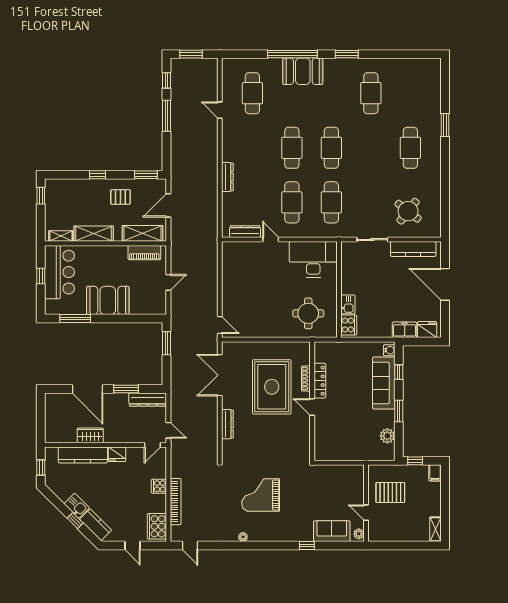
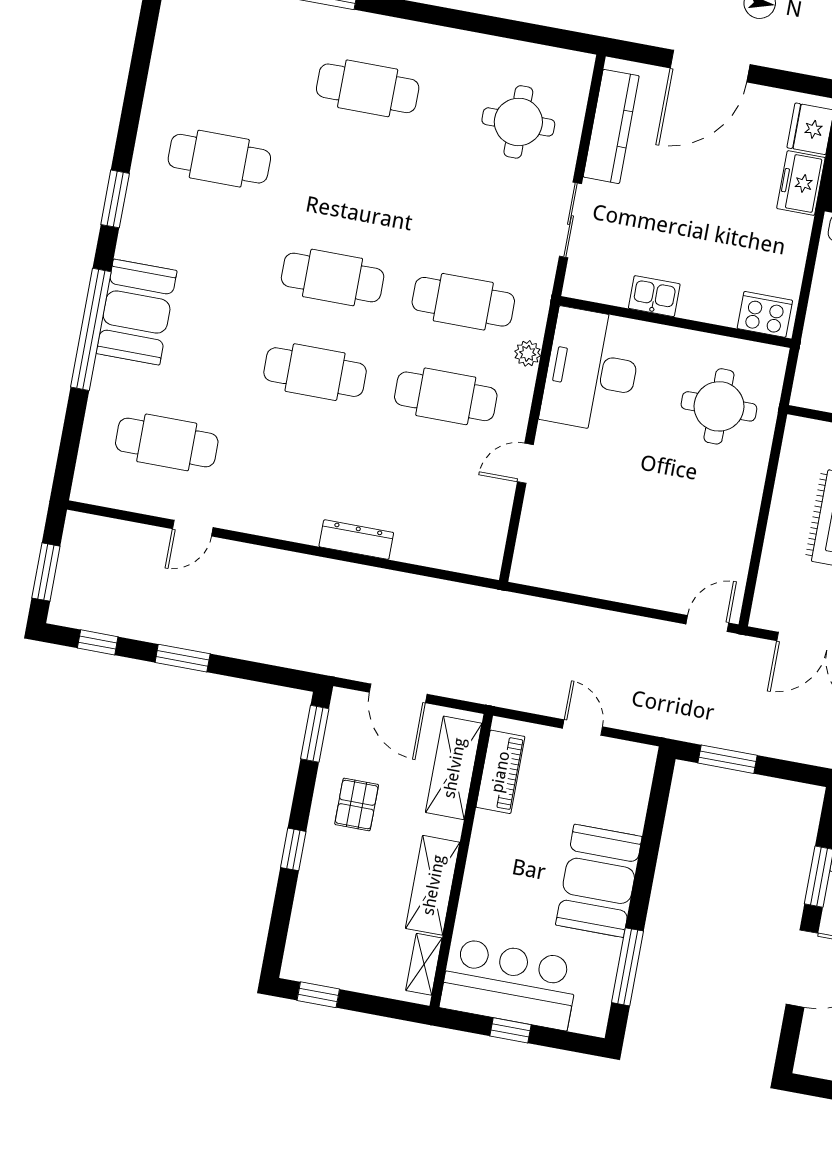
window: (166, 116) -> (183, 658), width x0.69
round table: (408, 211) -> (518, 122), turned -38
dresser: (245, 232) -> (495, 521), removed
plant: (315, 232) -> (528, 353), added
kitchen sink: (348, 304) -> (654, 296), moved

